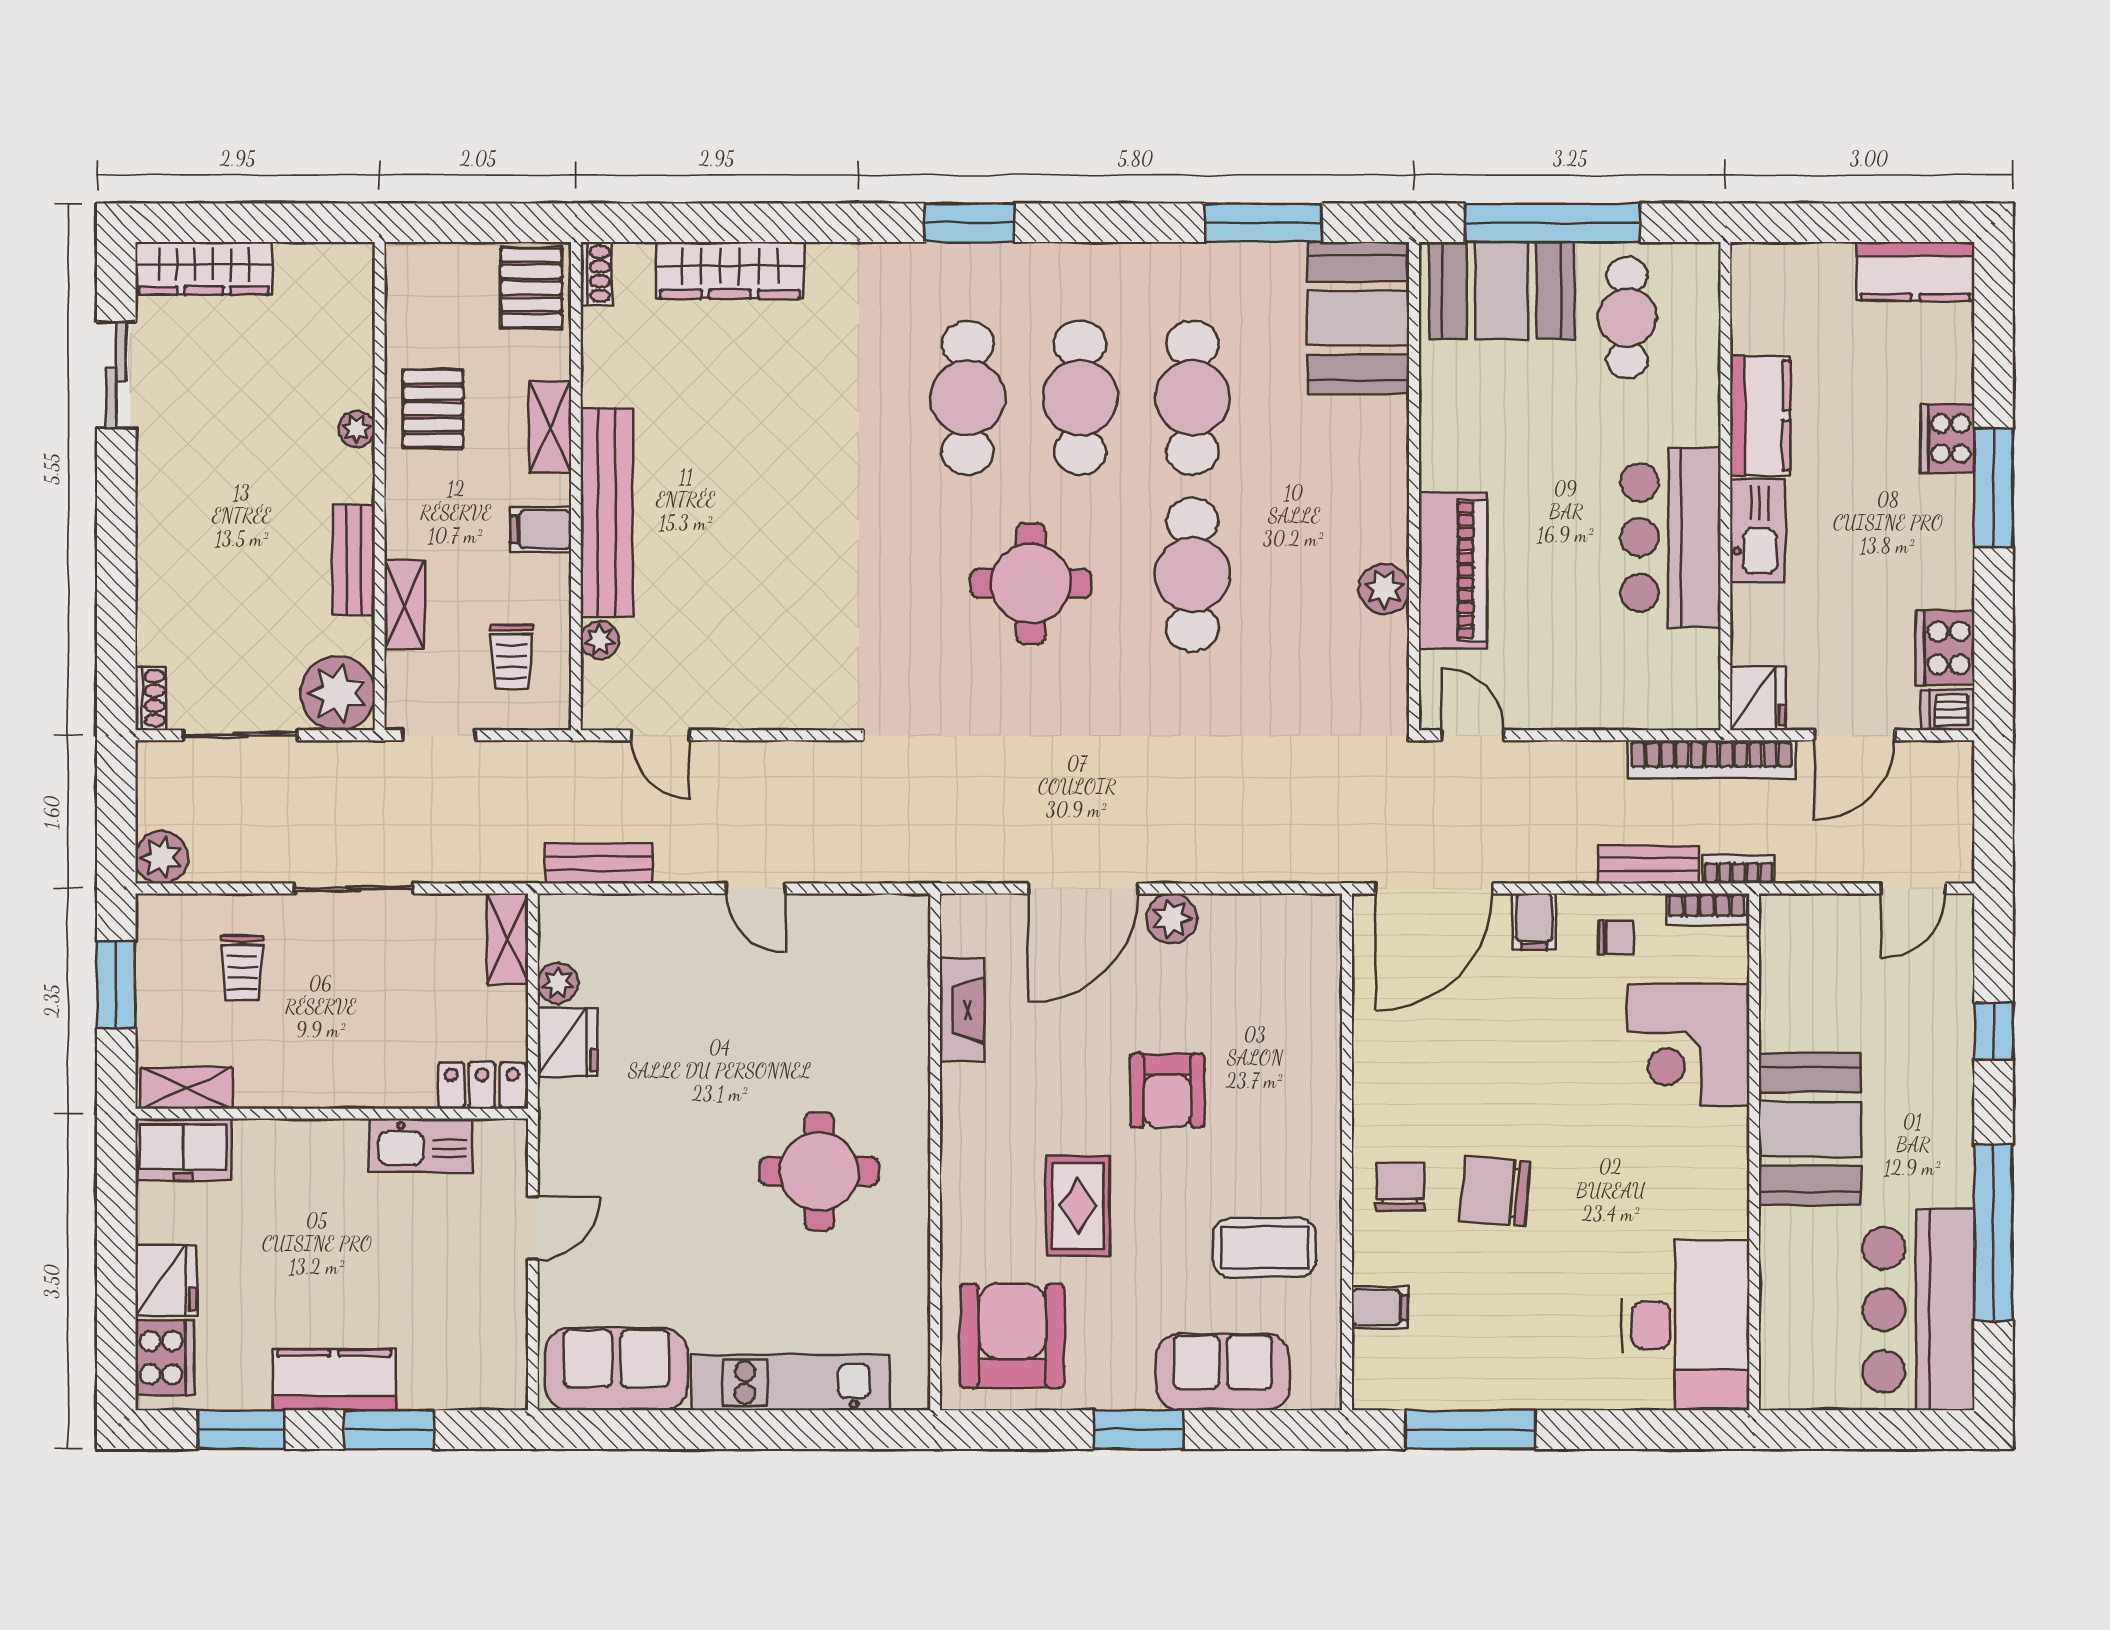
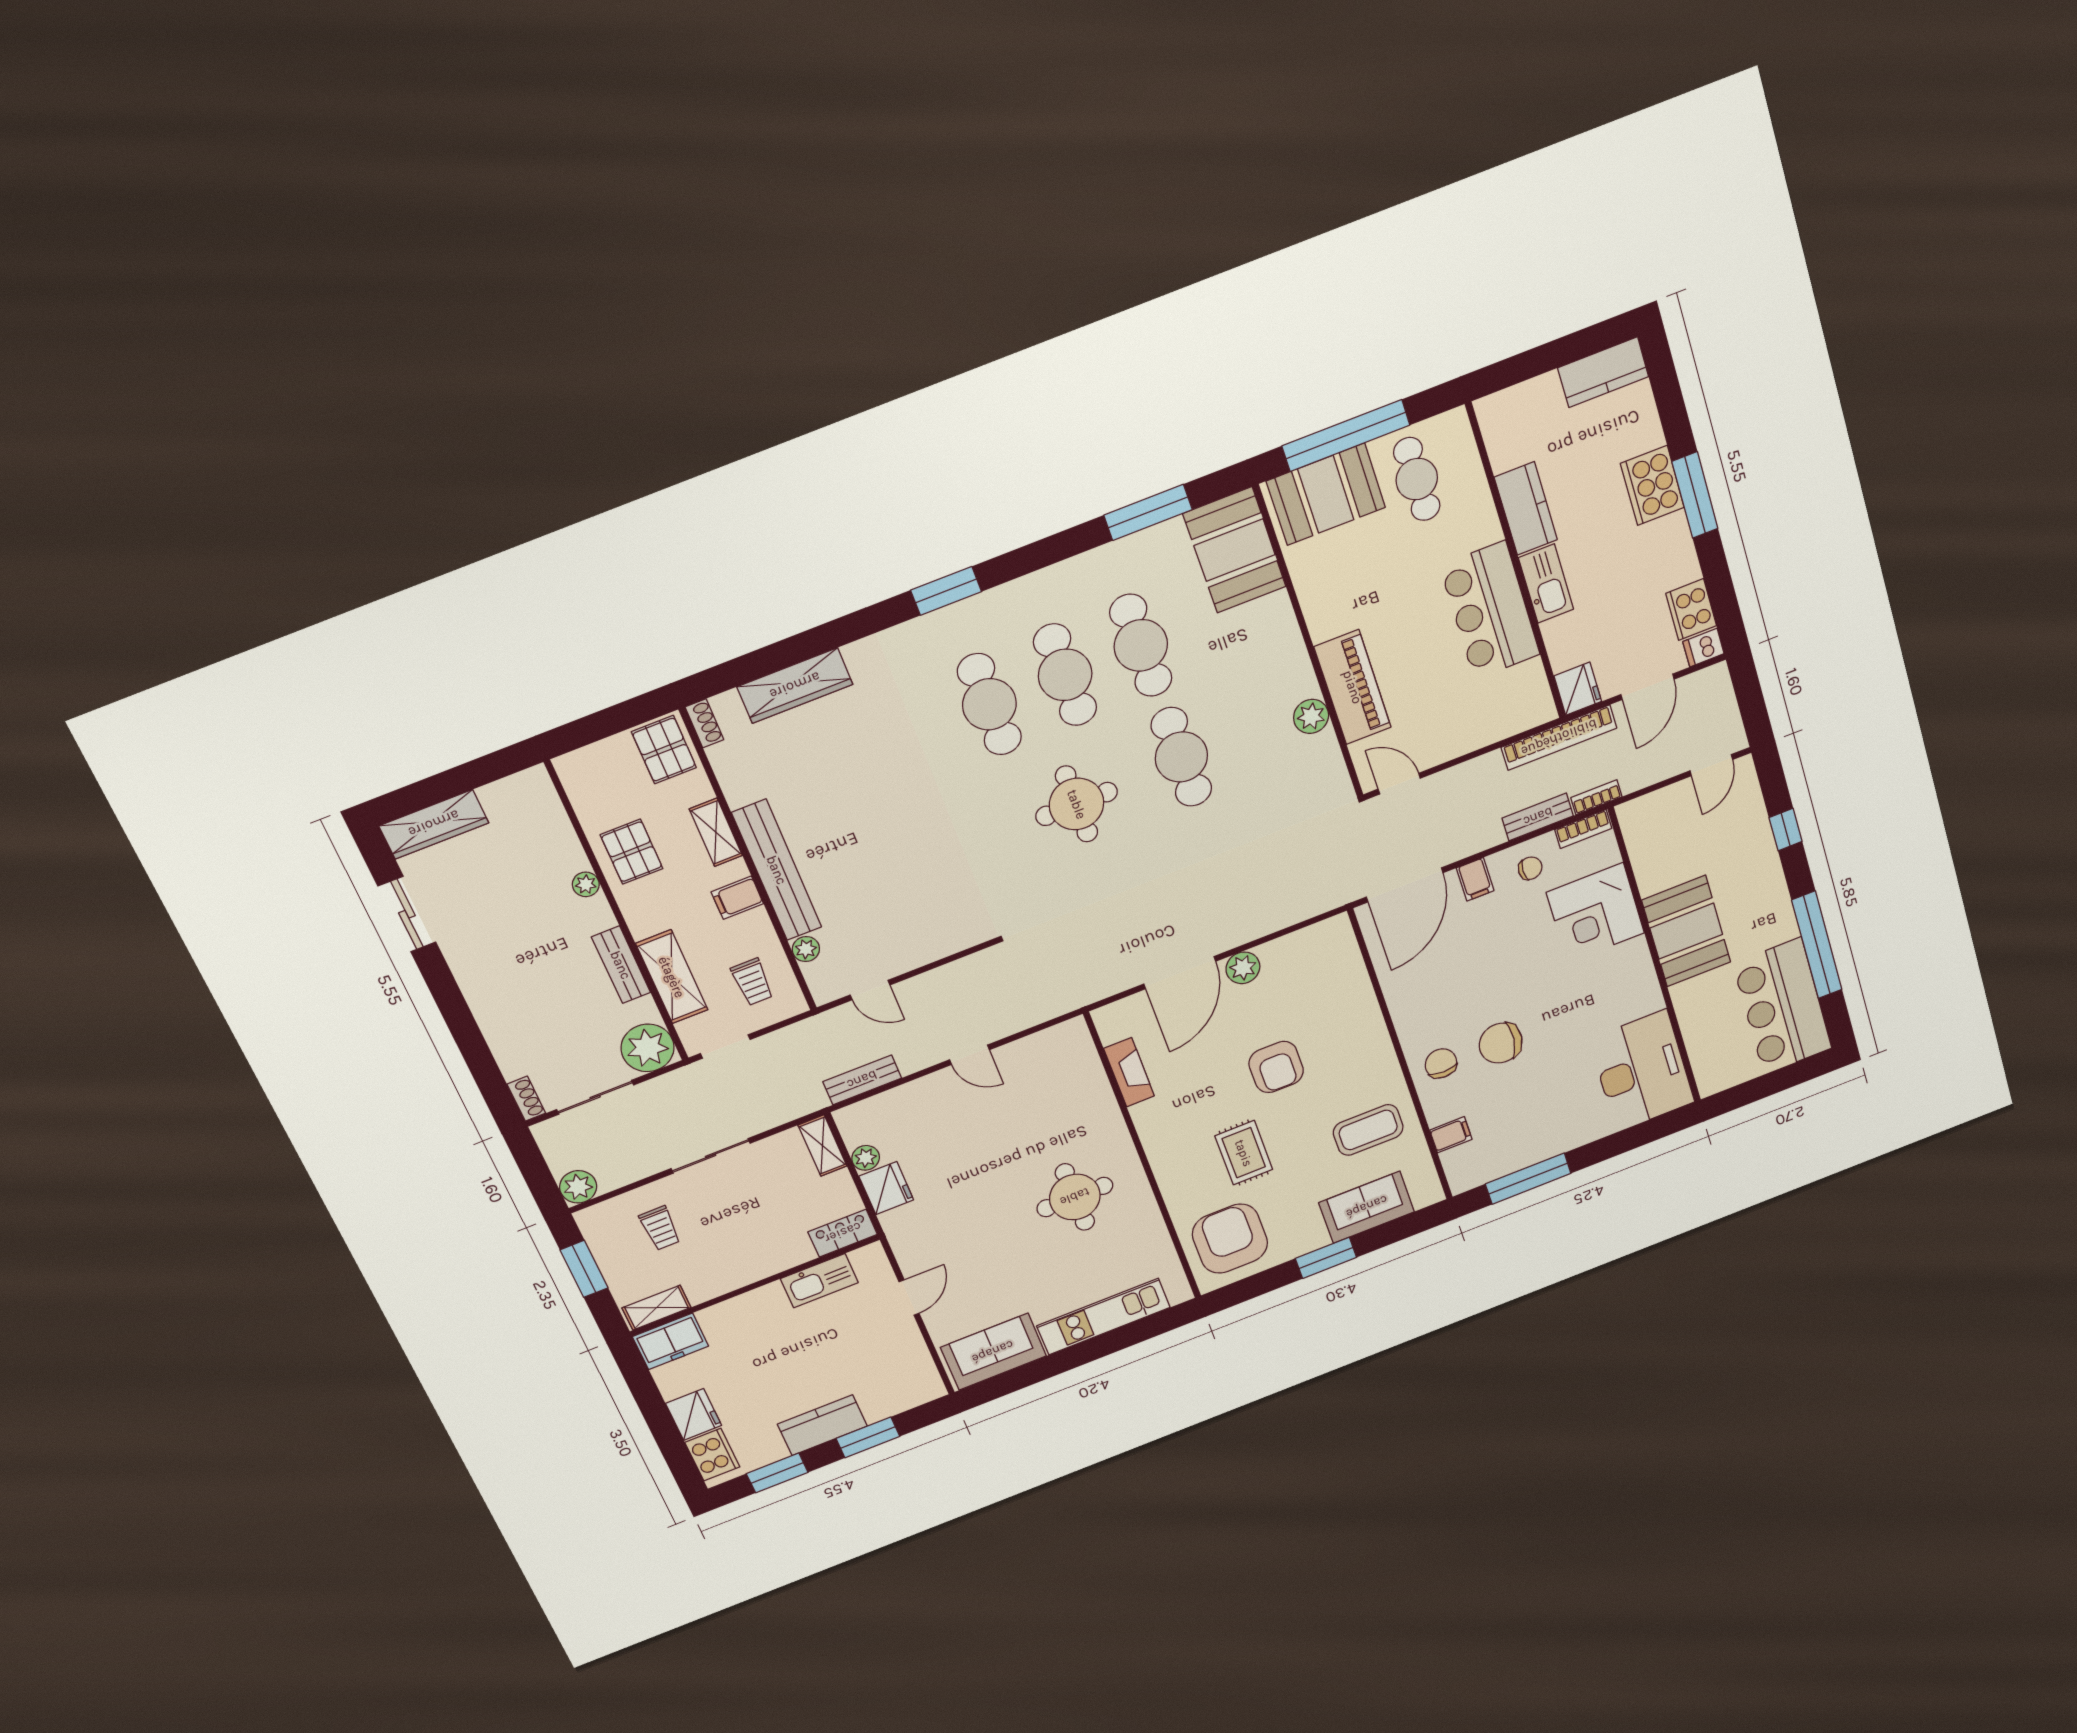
cooker: (1948, 439) -> (1652, 486), width x1.37, depth x1.31
shelving: (405, 605) -> (672, 977), width x1.50, depth x1.33

